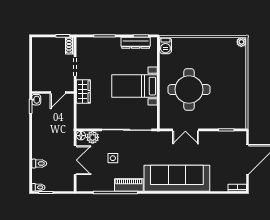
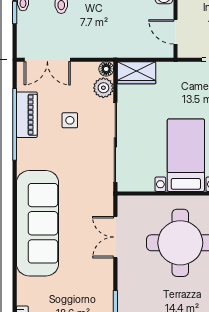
wardrobe: (83, 92) -> (136, 73), moved
double door: (75, 160) -> (47, 60), moved
piano: (129, 185) -> (27, 115), moved

